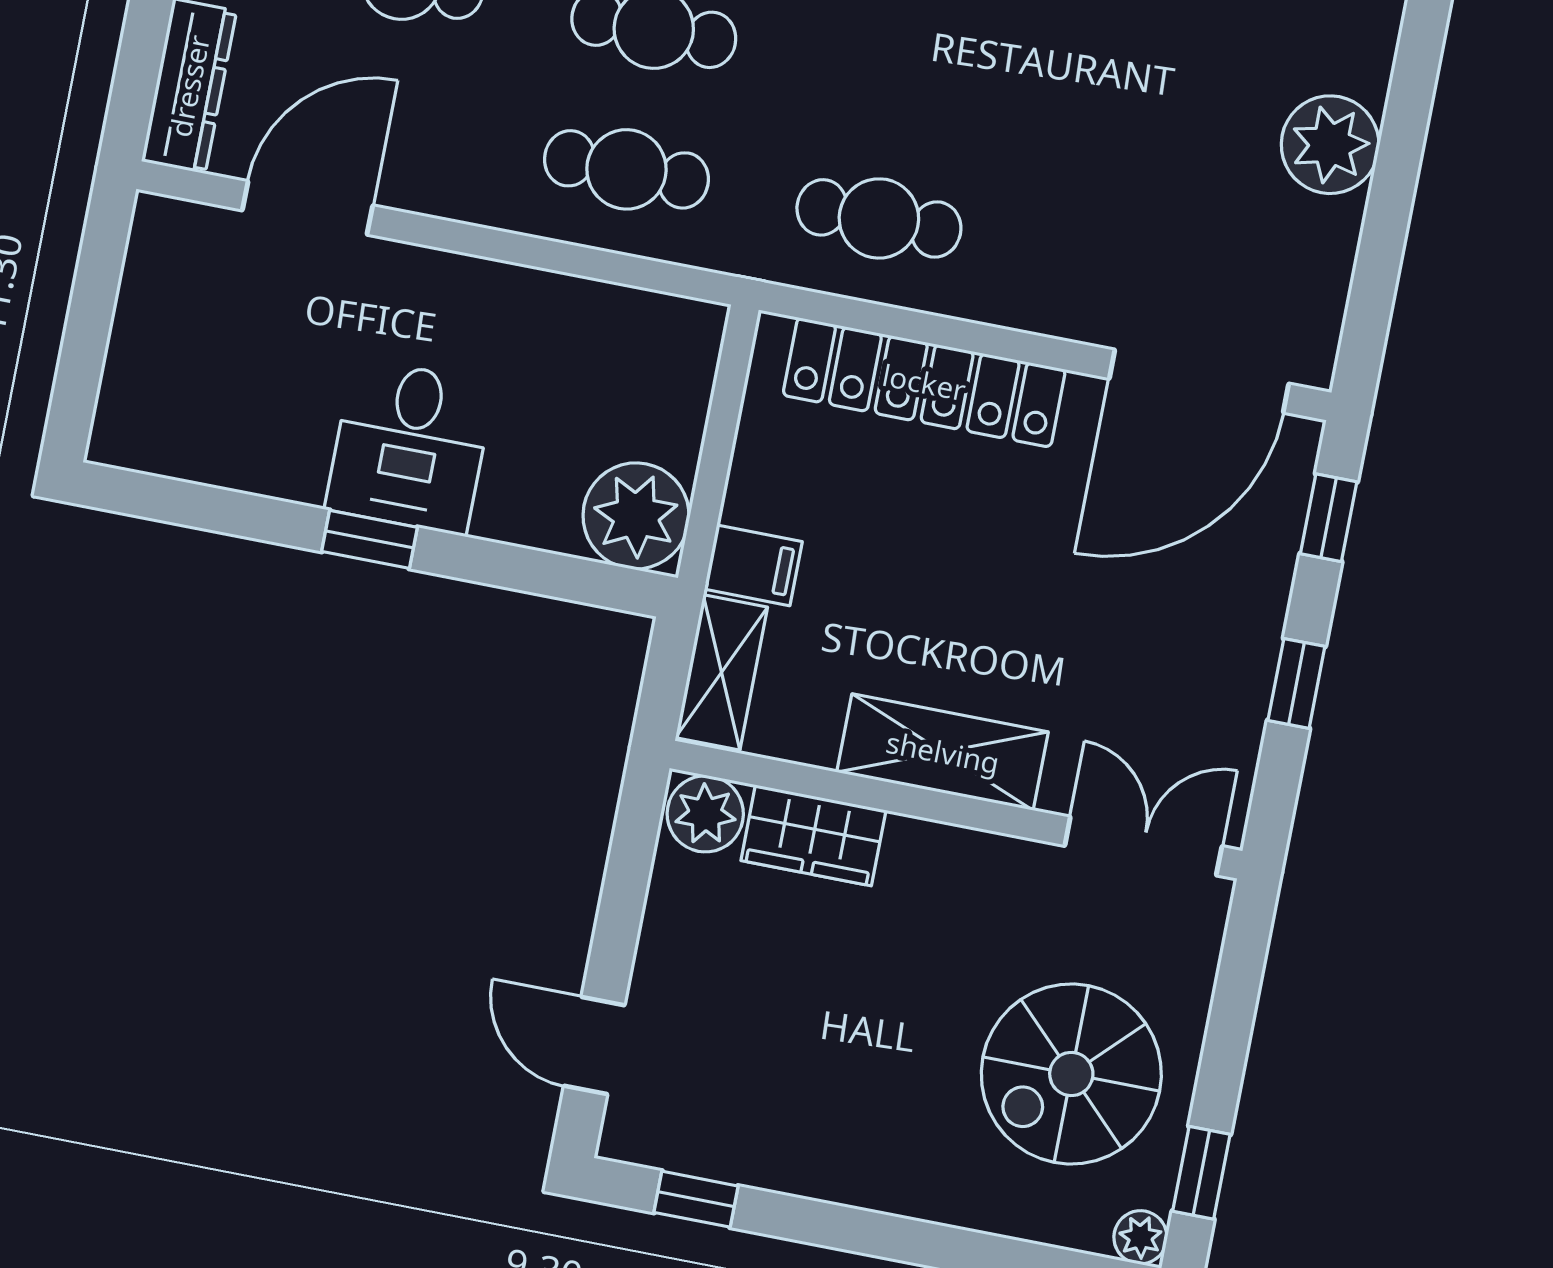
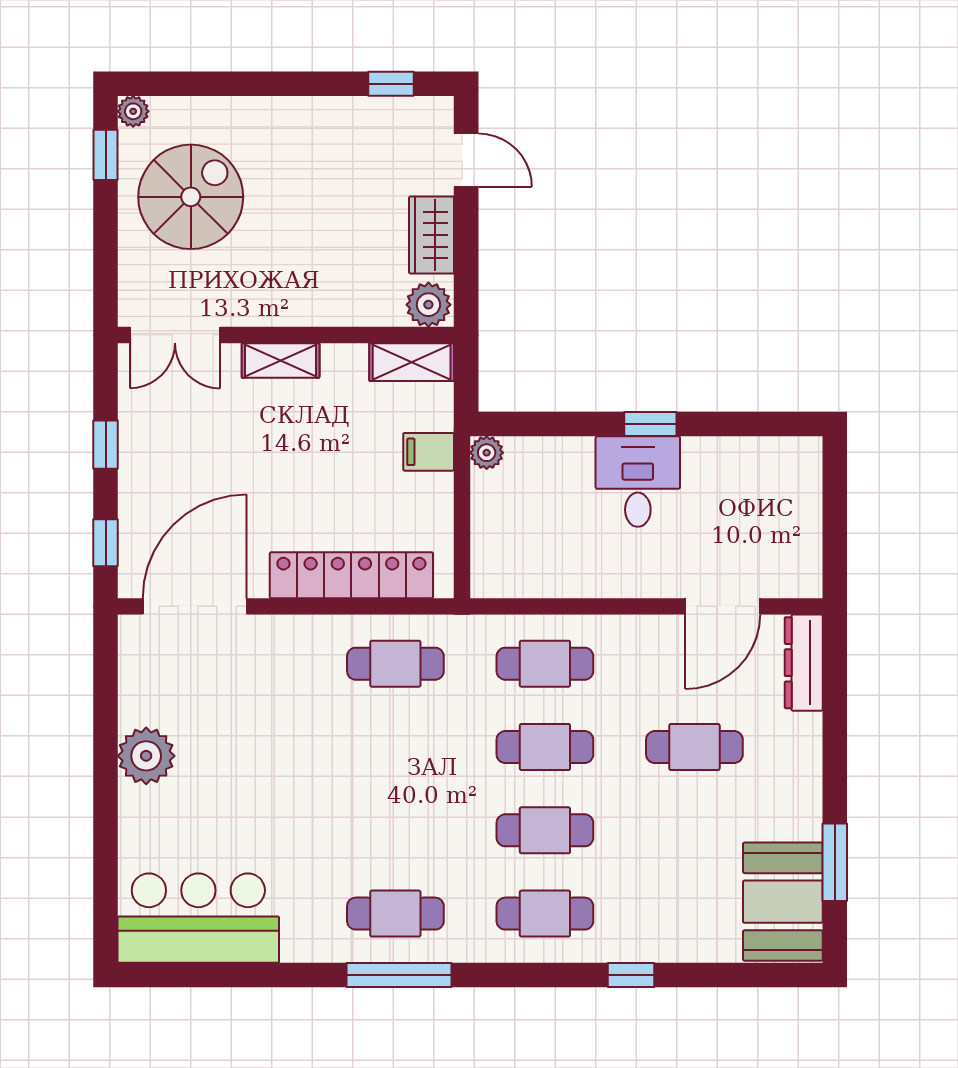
plant: (636, 516) -> (487, 453), width x0.53, depth x0.53
shelving: (721, 672) -> (412, 362), moved, turned 90
shelving: (943, 752) -> (281, 360), width x0.67, depth x0.75
wardrobe: (813, 835) -> (432, 235), moved, turned -90

